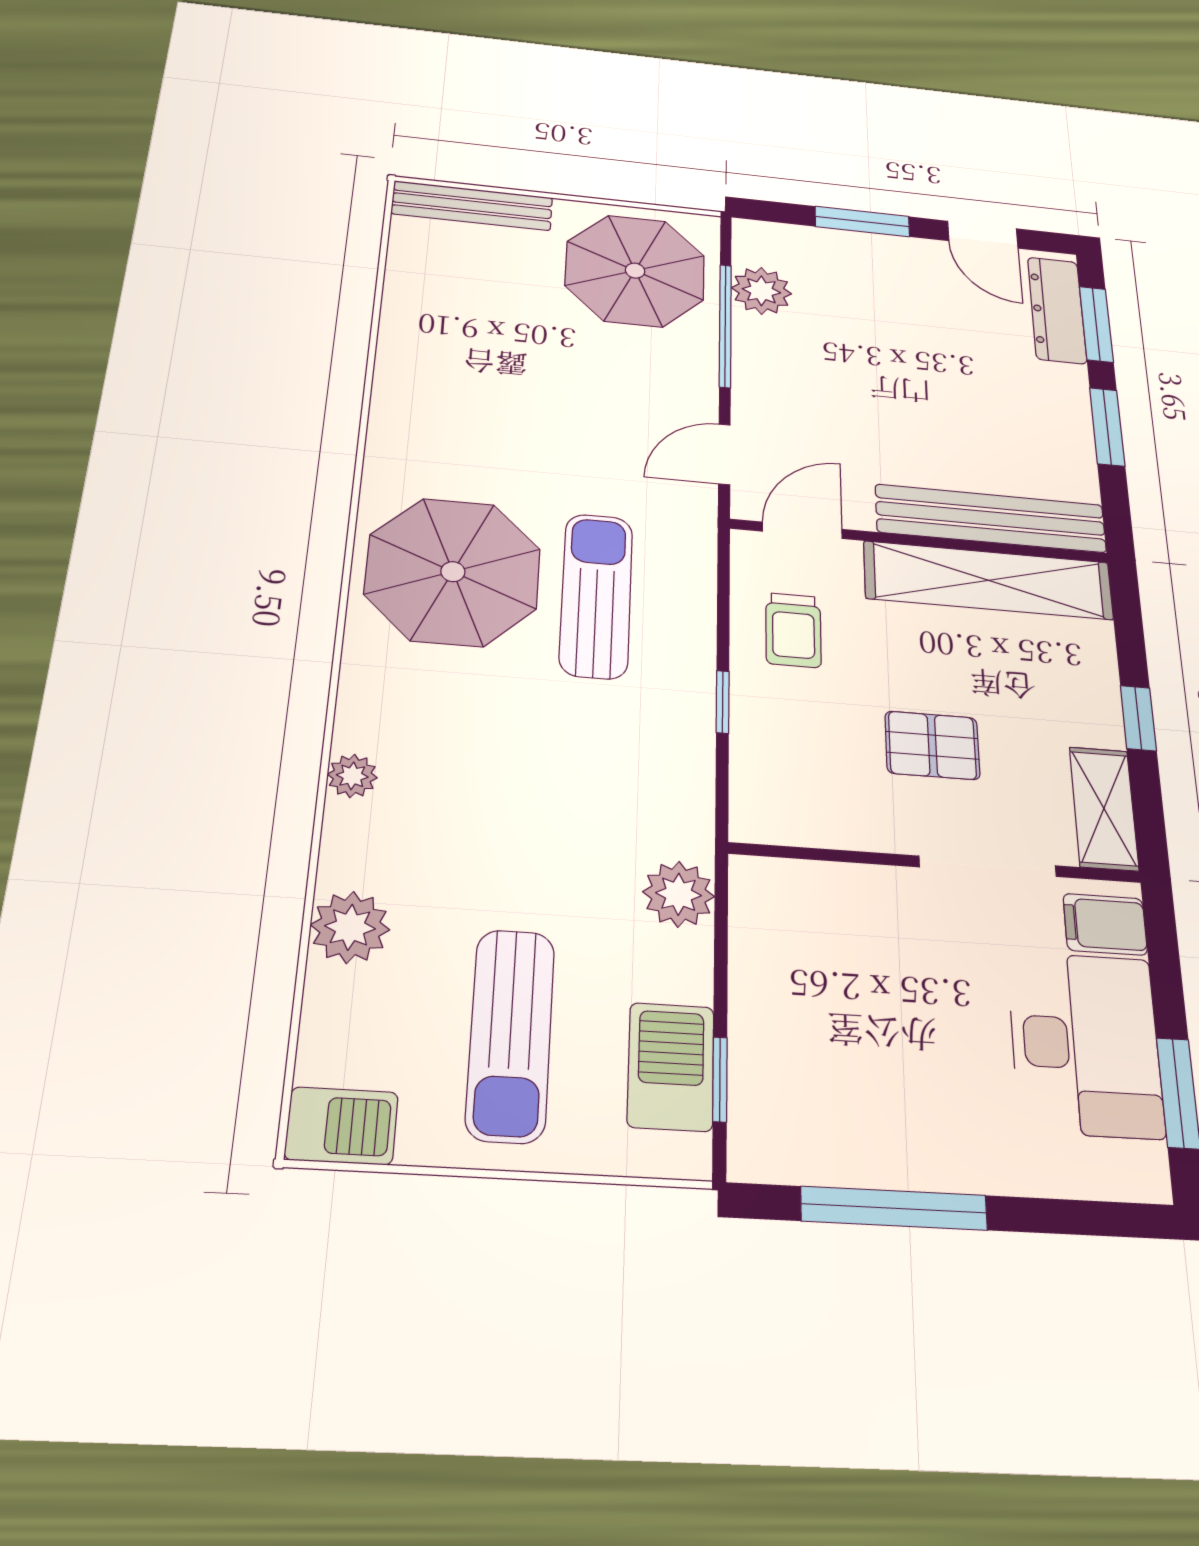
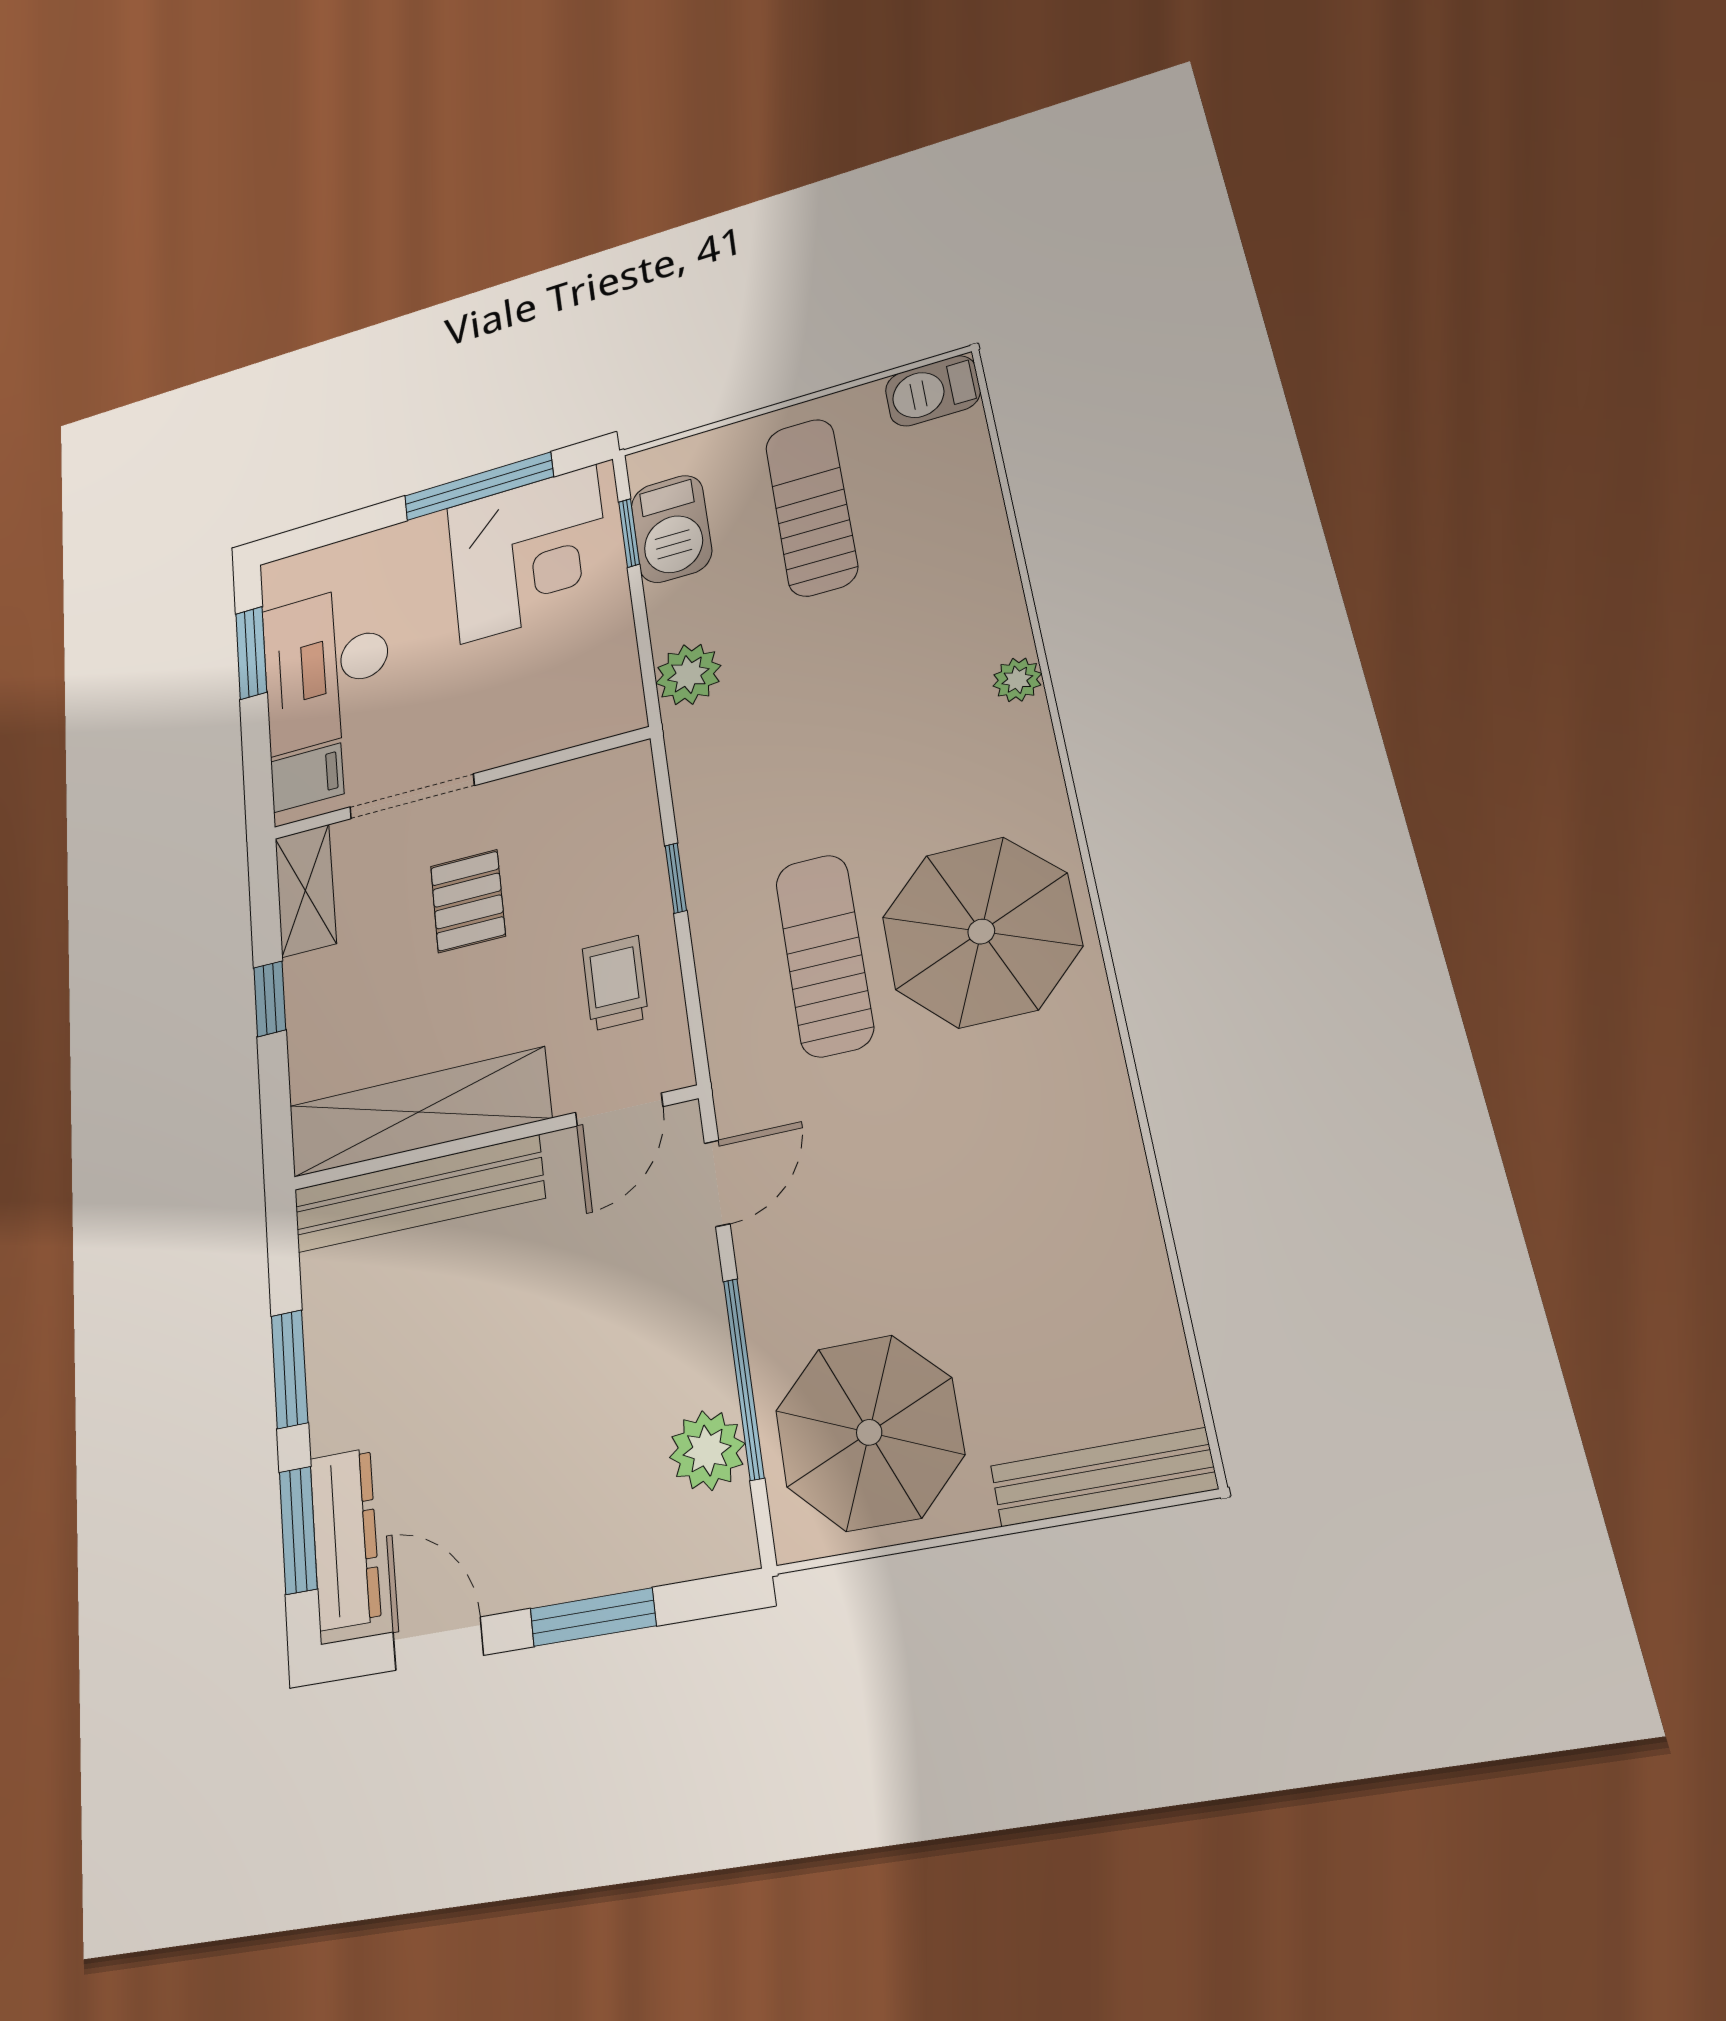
sun lounger: (596, 595) -> (824, 955), turned 180
pallet: (932, 745) -> (468, 901), turned 90
plant: (350, 927) -> (975, 545), removed
corner desk: (840, 1097) -> (528, 554), added

